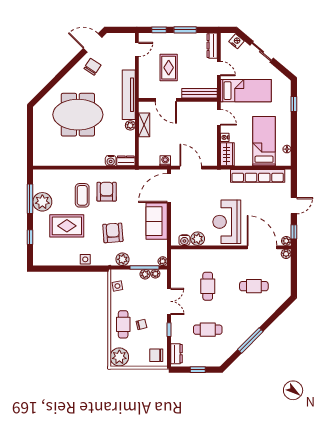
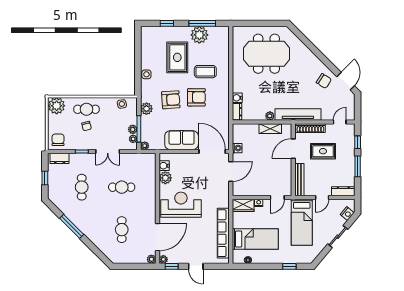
door: (137, 49) -> (340, 122), swing flipped
shoe rack: (144, 81) -> (310, 128), added
meeting table: (78, 115) -> (266, 54), moved, turned 90
armchair: (107, 192) -> (196, 97), moved

